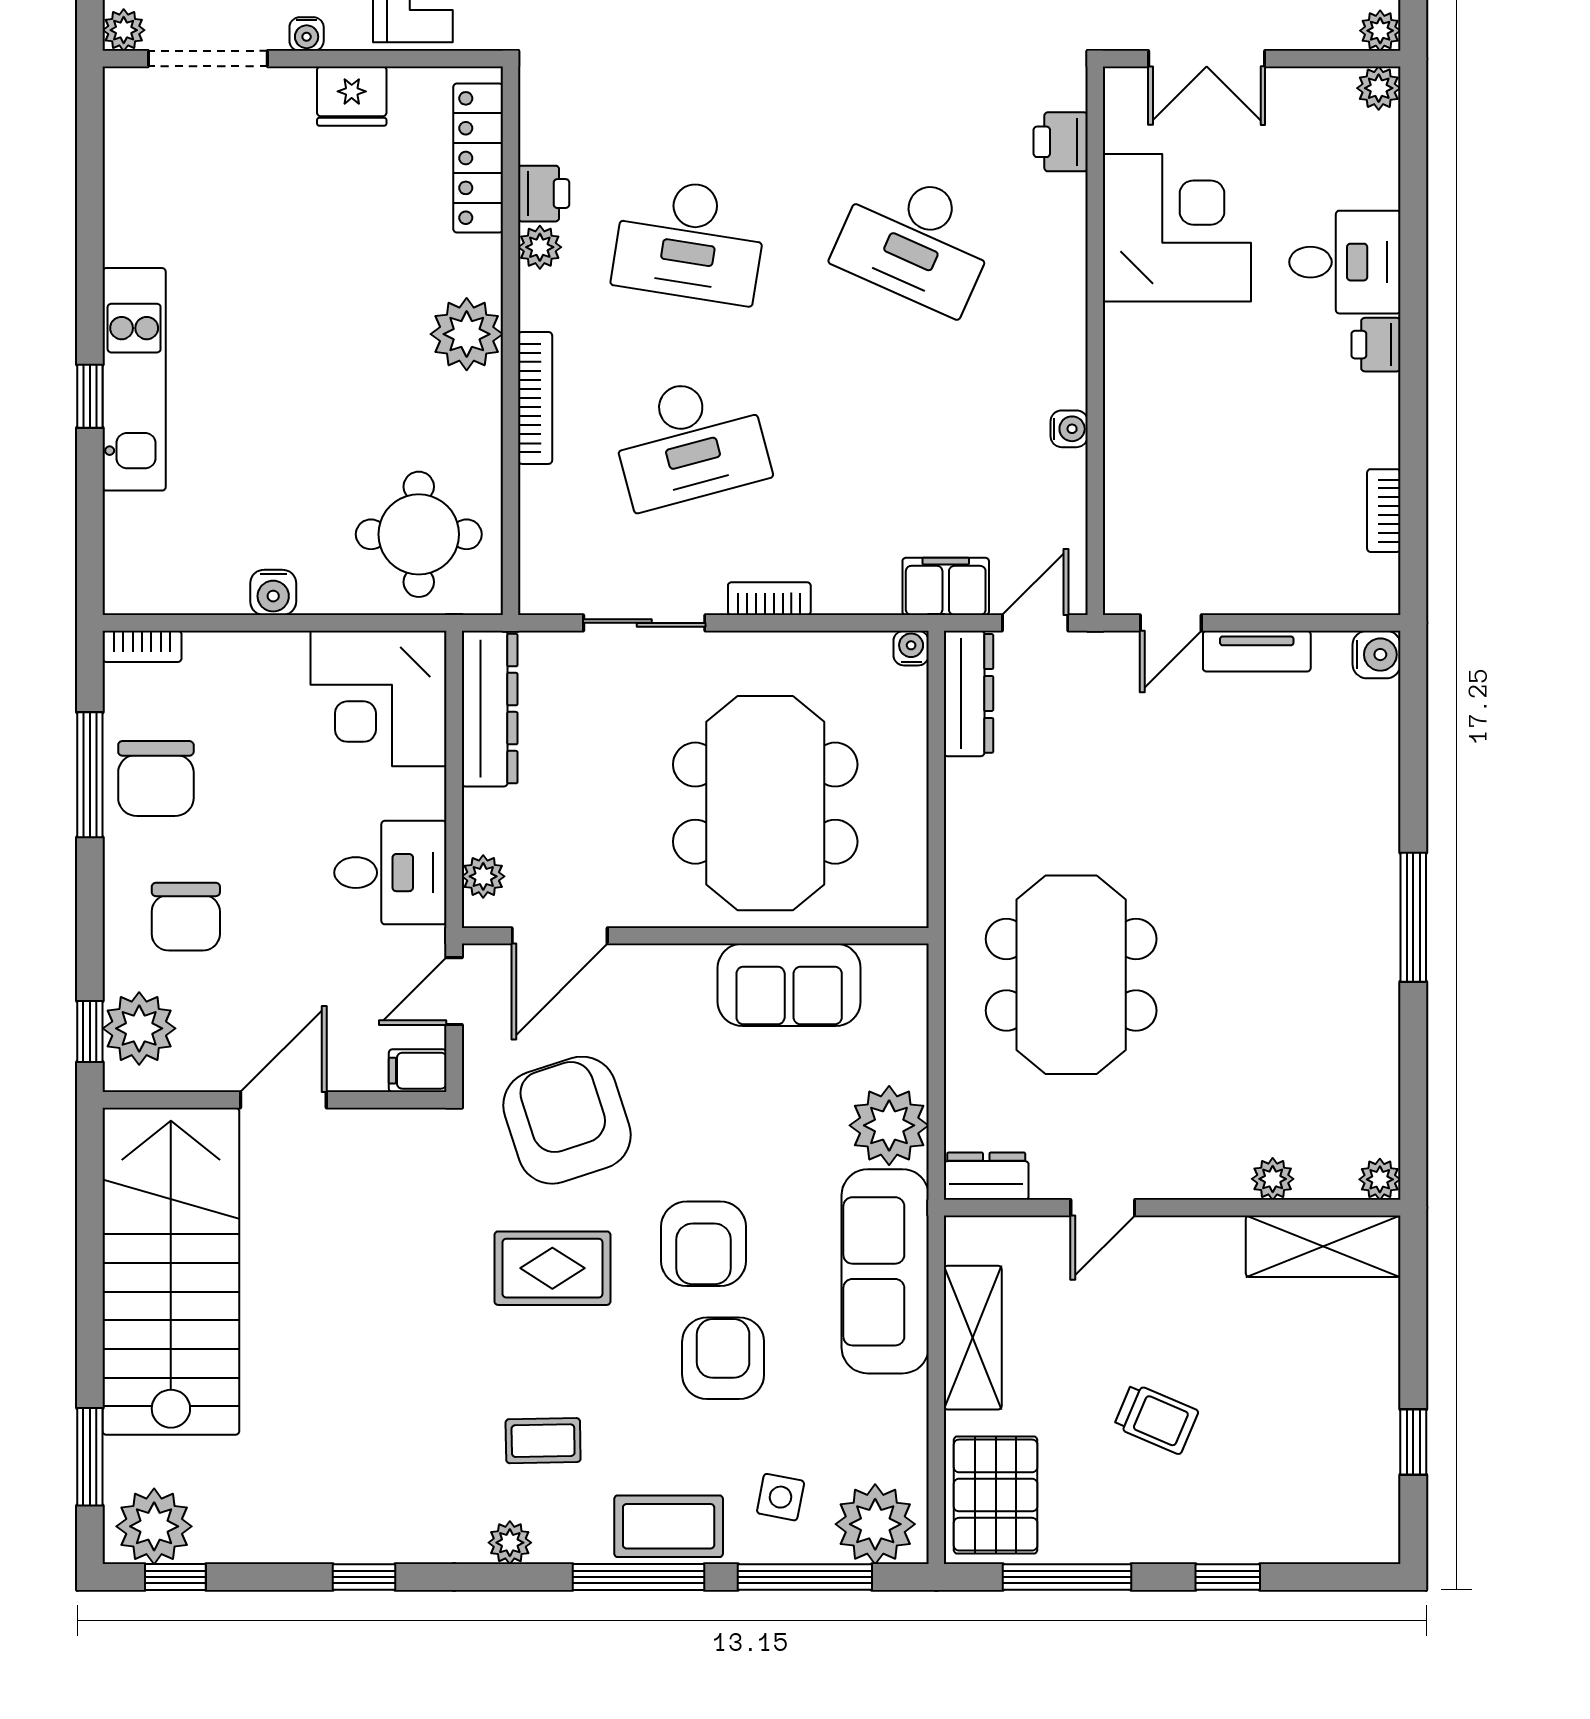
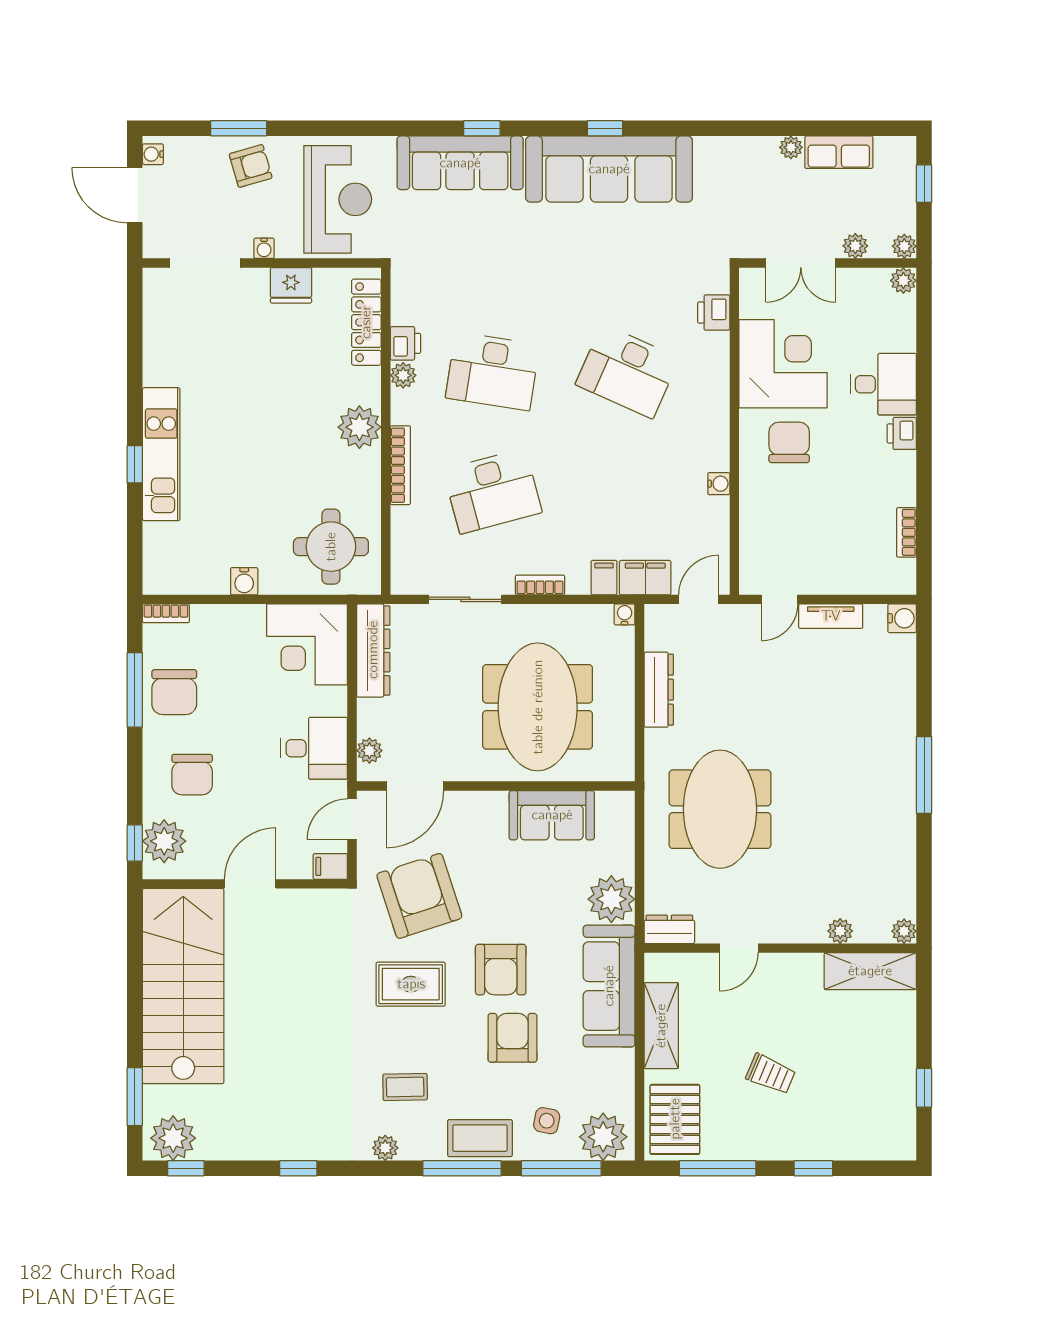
plant: (124, 30) -> (855, 246), moved
chair: (1187, 360) -> (789, 442), added
filing cabinet: (877, 586) -> (604, 578), added
dresser: (969, 693) -> (659, 690), moved

